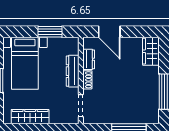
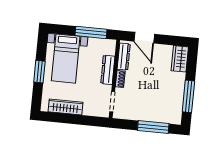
window: (50, 32) -> (91, 32), width x1.44
dresser: (89, 59) -> (124, 57), width x1.44

